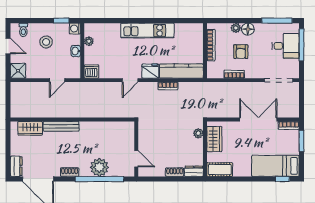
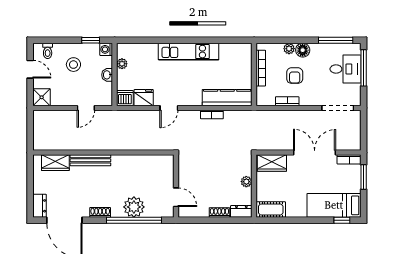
fridge: (150, 71) -> (144, 98), moved
plant: (198, 133) -> (246, 182), moved
wardrobe: (214, 139) -> (272, 163), moved, turned 90

